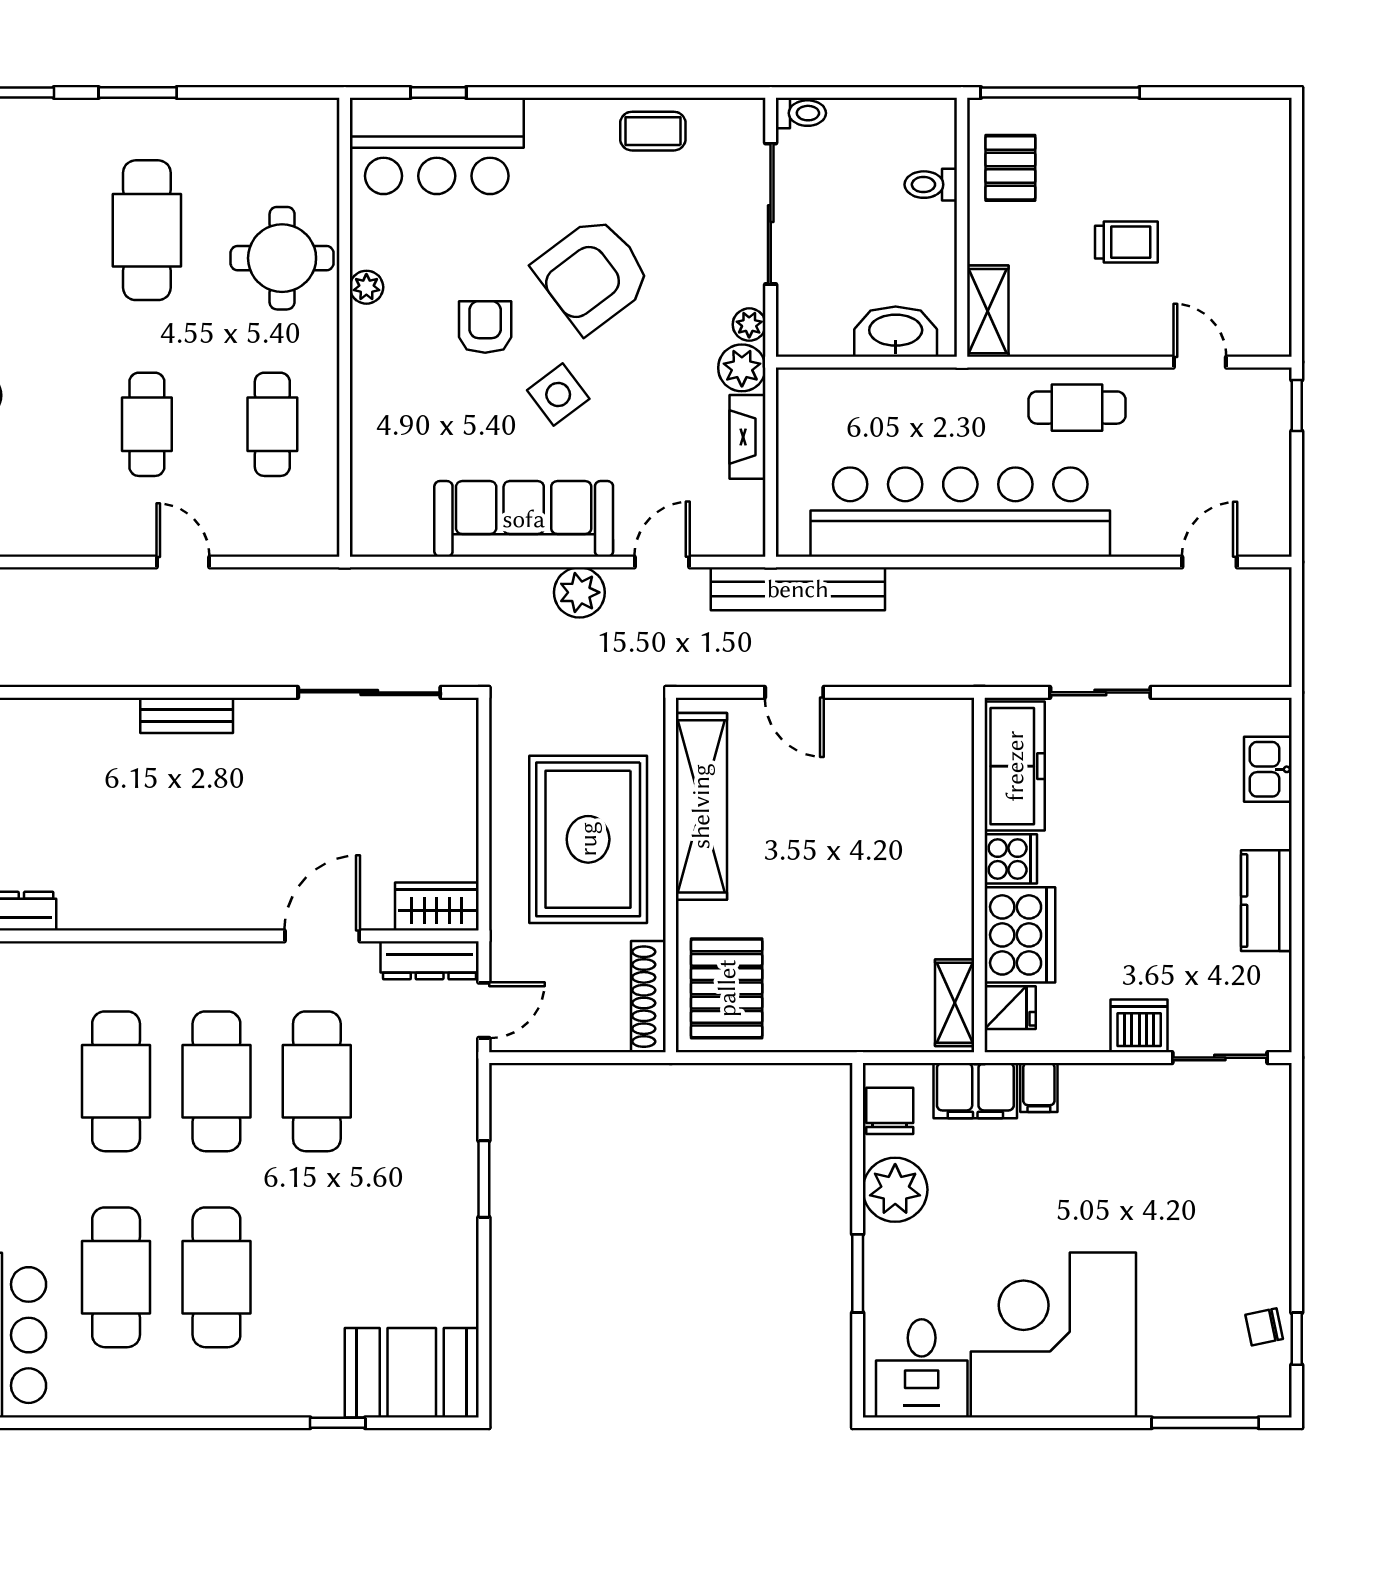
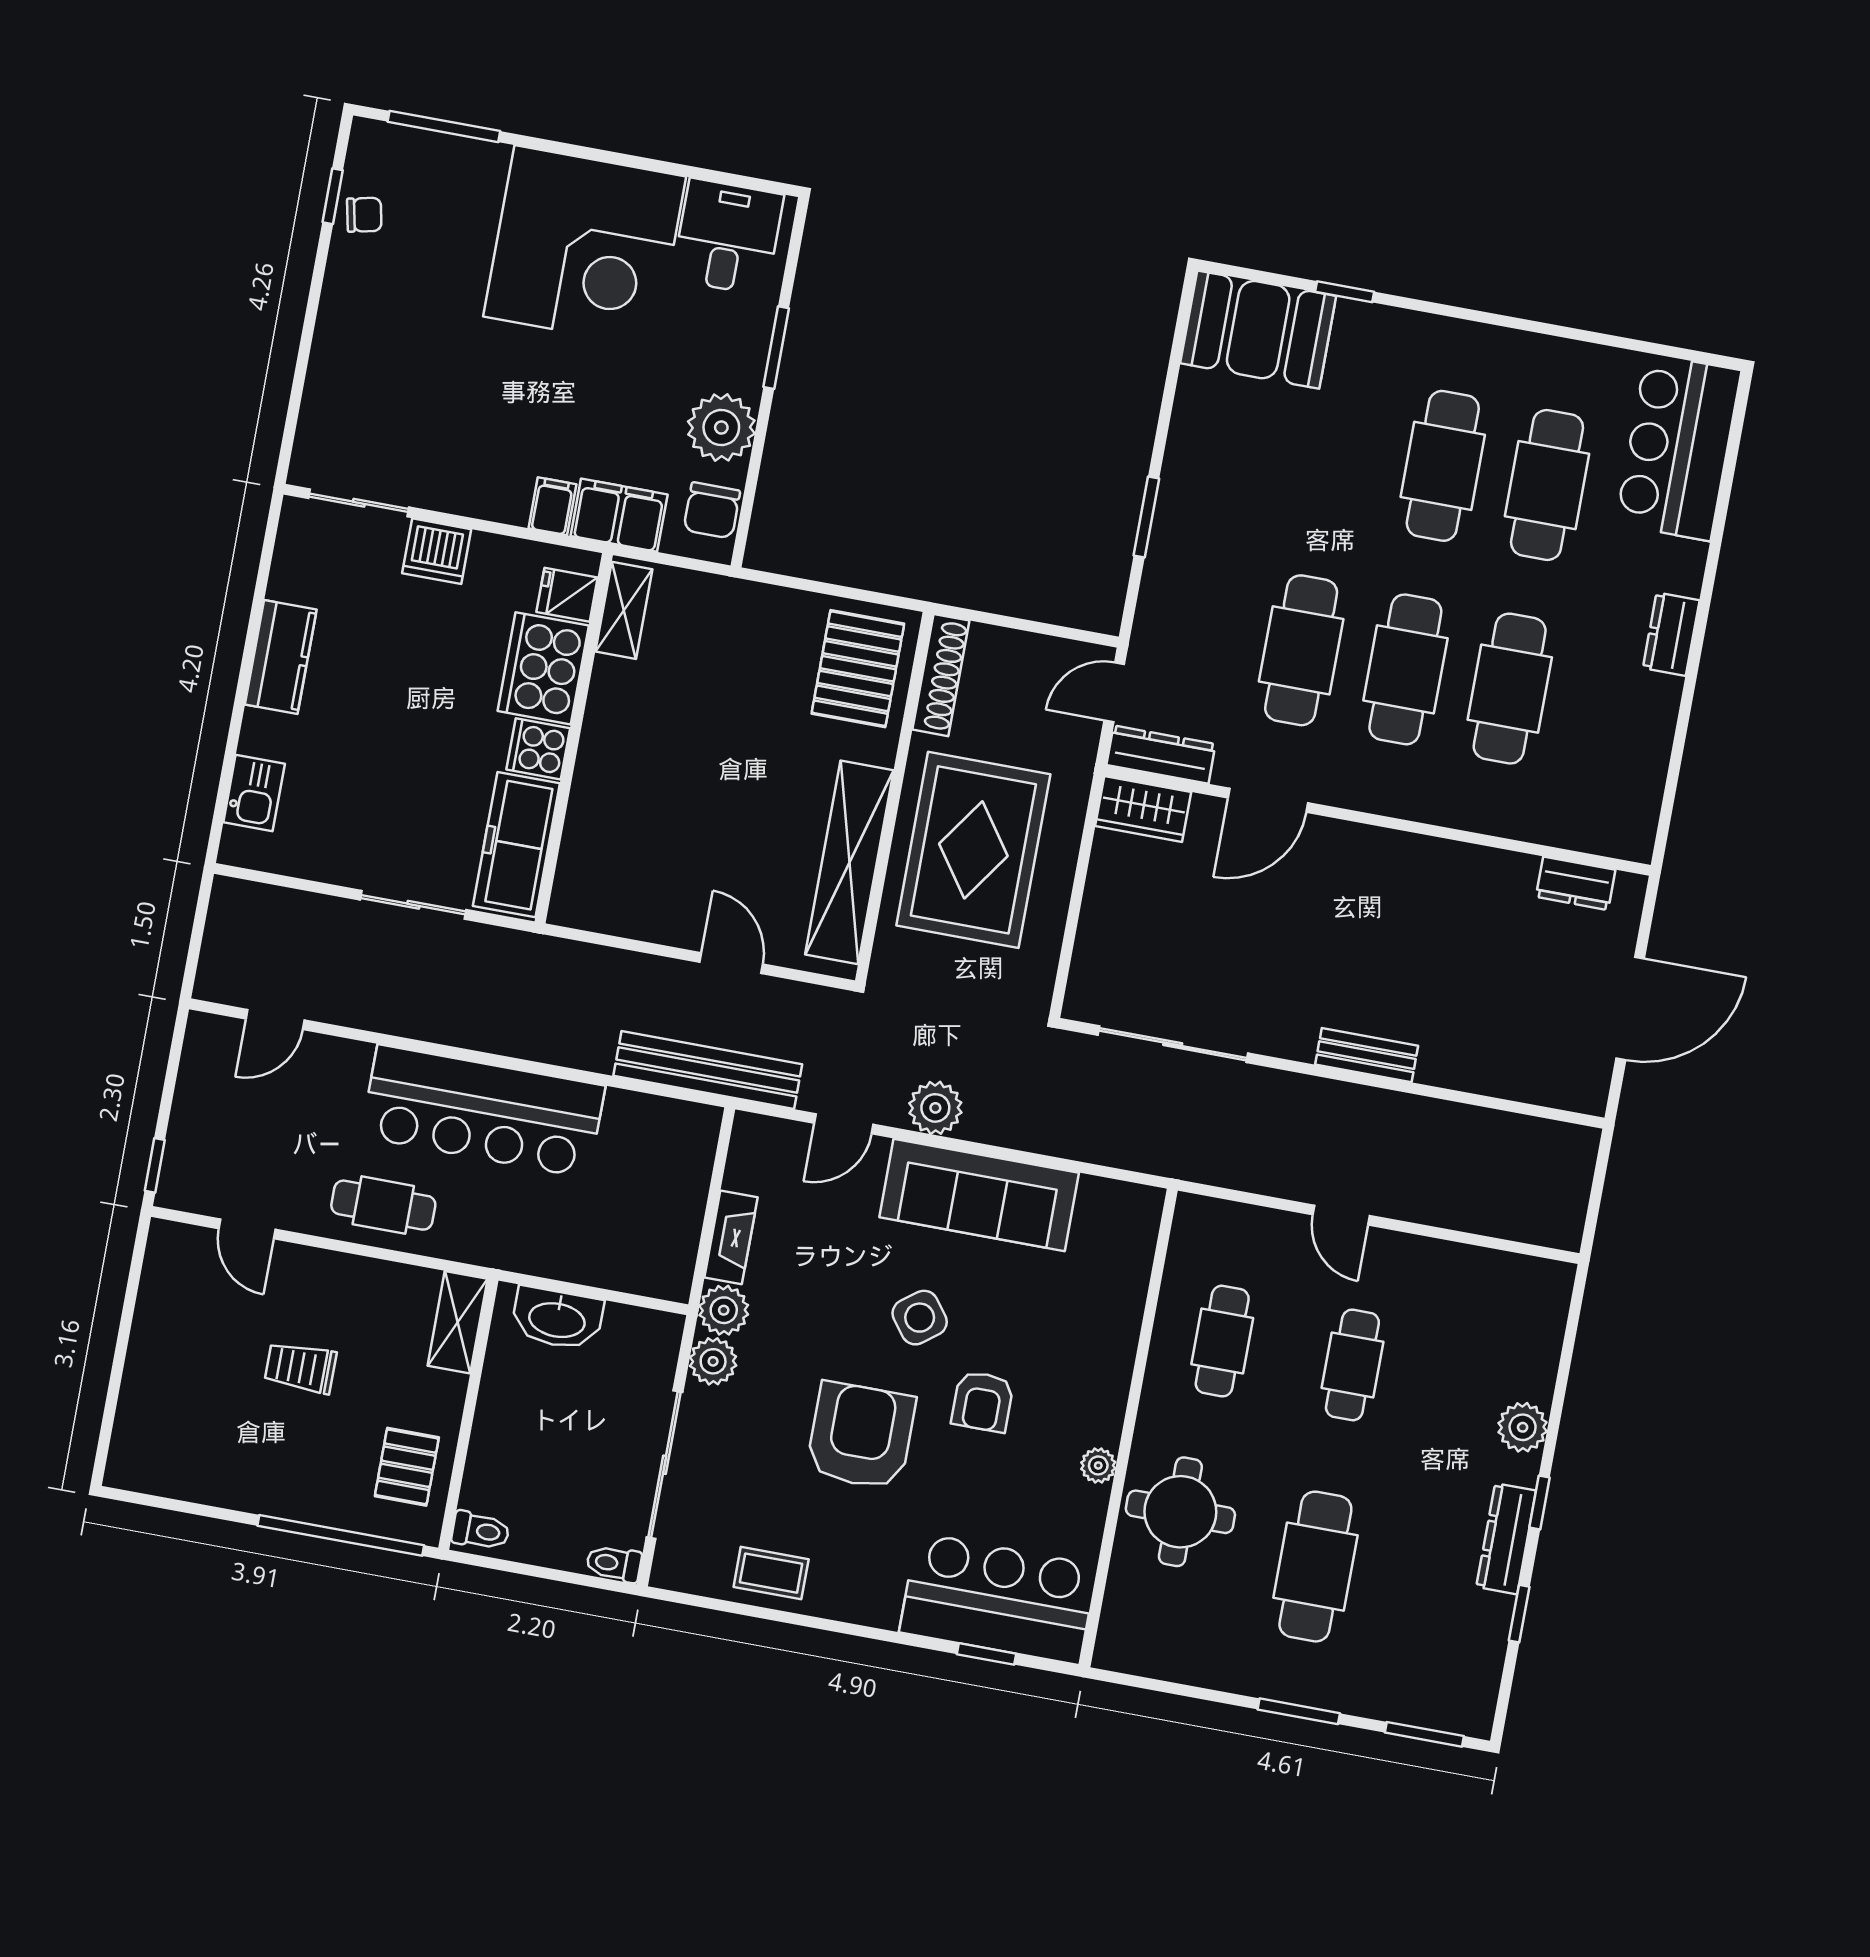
toilet: (931, 185) -> (481, 1531), moved
armchair: (593, 274) -> (861, 1436), turned -53
plant: (749, 325) -> (713, 1361), width x1.38, depth x1.38
bar counter: (960, 512) -> (483, 1111), width x0.73

